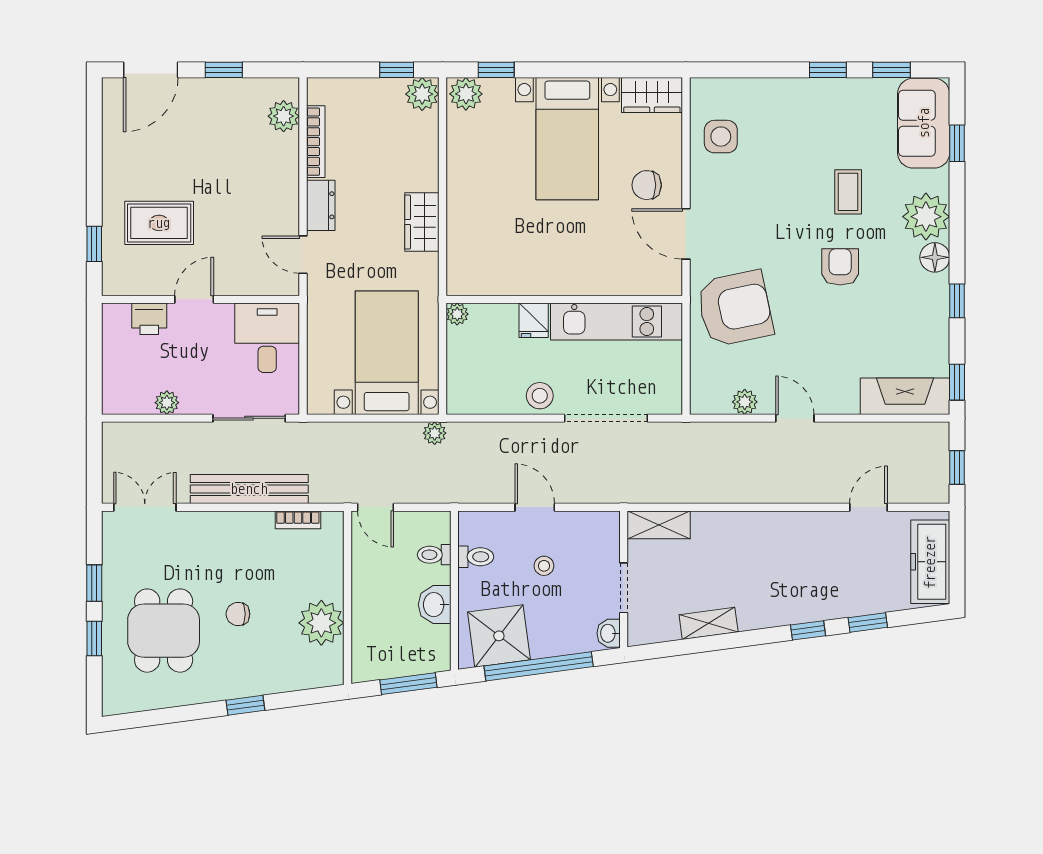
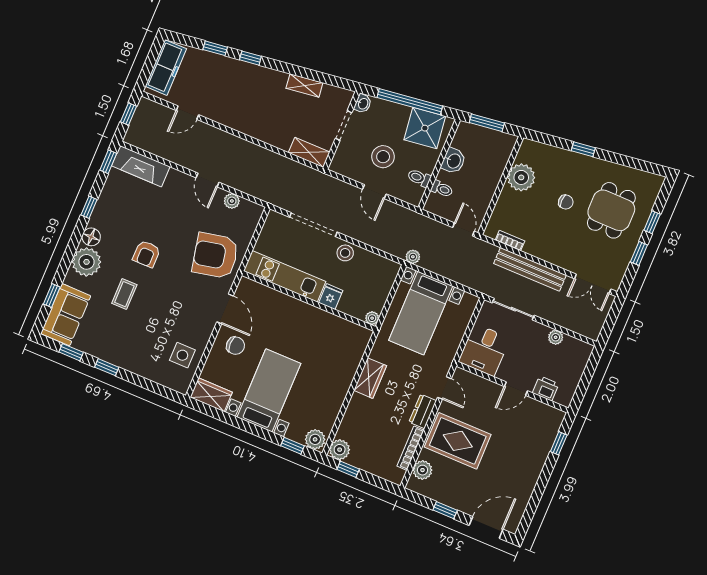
rug: (159, 223) -> (458, 441), moved, width x1.36, depth x1.43
stool: (544, 566) -> (383, 157), width x1.89, depth x1.89

